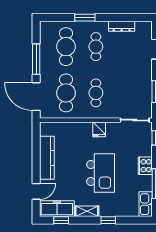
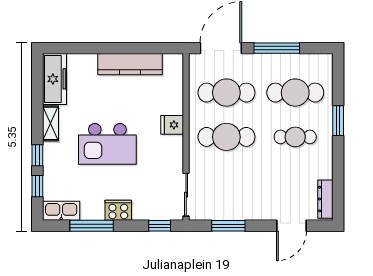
dresser: (122, 26) -> (325, 199), moved
cafe table: (96, 93) -> (226, 137), width x1.37, depth x1.35
fridge: (99, 129) -> (172, 125), moved
door: (36, 191) -> (80, 48), removed
window: (61, 220) -> (37, 186), moved

